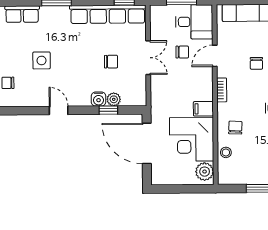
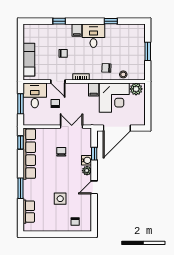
double door: (148, 58) -> (72, 127), moved
plant: (114, 99) -> (87, 171), moved

